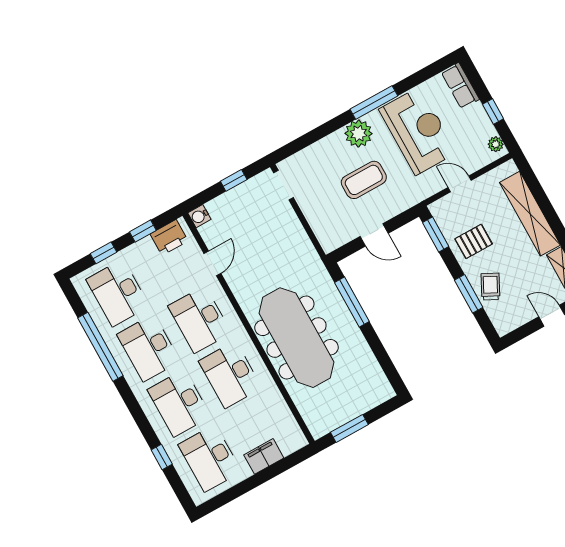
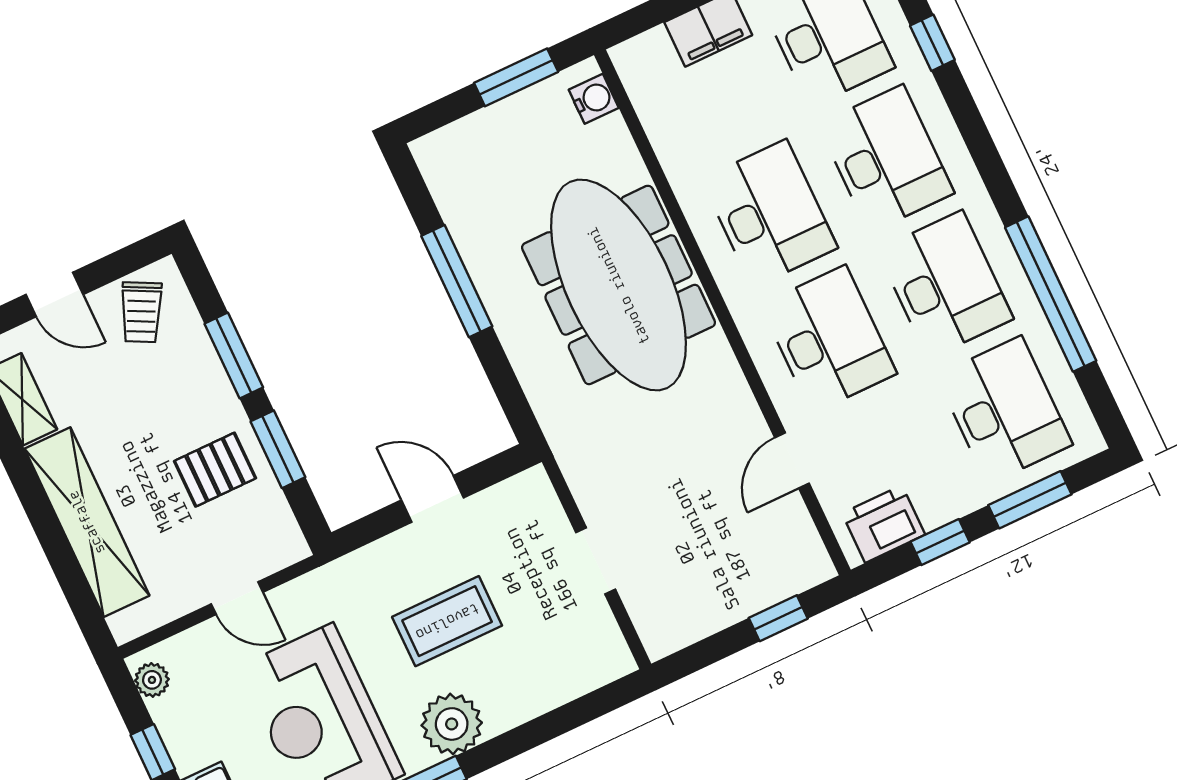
window: (234, 180) -> (778, 618), moved
doorway: (284, 185) -> (596, 561), moved
water cooler: (199, 216) -> (594, 99), moved
window: (436, 235) -> (278, 449), moved
window: (104, 253) -> (1030, 500), width x1.50
trolley: (490, 287) -> (141, 312), moved
window: (352, 302) -> (457, 281), moved

